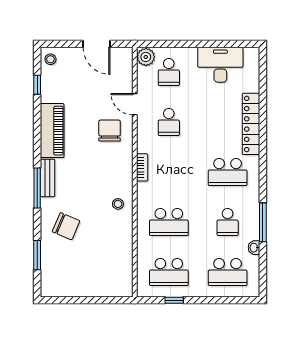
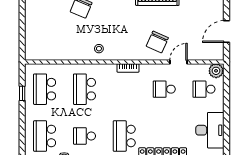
chair: (110, 131) -> (157, 42), turned 114

